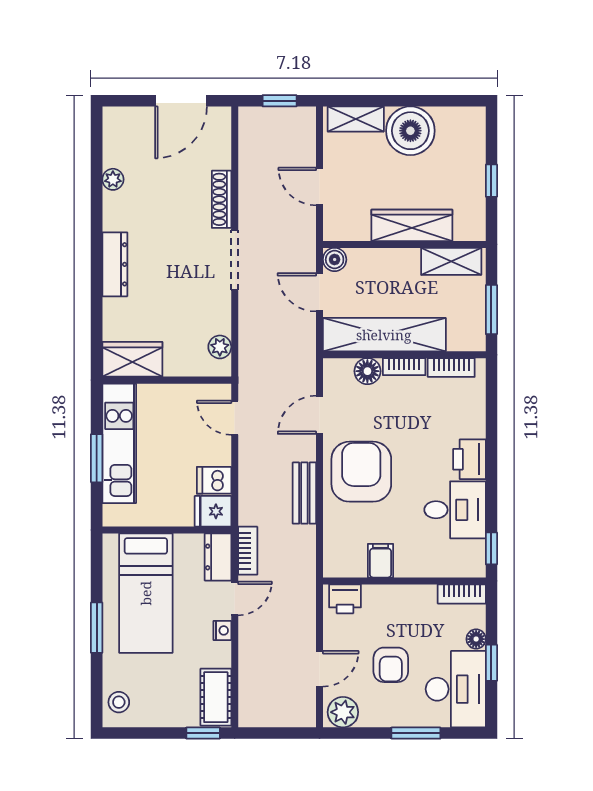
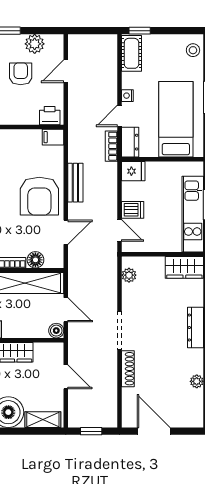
door: (181, 101) -> (154, 431), hinge flipped
dishwasher: (214, 480) -> (133, 210), moved
filing cabinet: (380, 561) -> (53, 137), moved, turned 90
plant: (343, 712) -> (35, 44), moved

